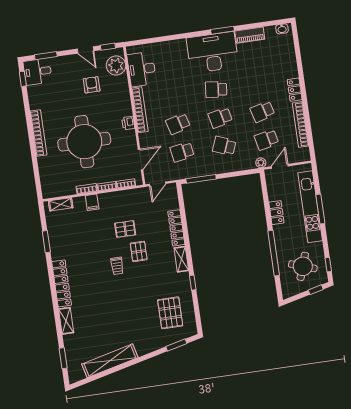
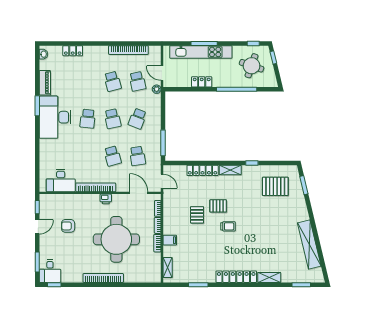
plant: (116, 65) -> (54, 202), removed
locker: (295, 90) -> (73, 51), moved

